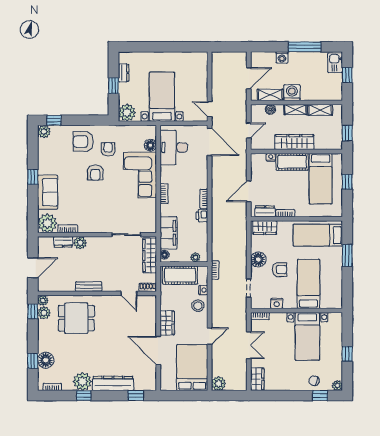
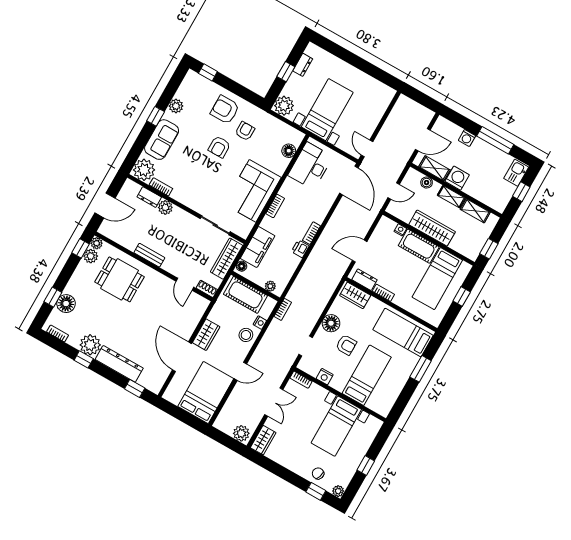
plant: (44, 132) -> (176, 106), moved
corner sofa: (140, 175) -> (253, 191), moved
plant: (219, 383) -> (241, 433), moved

